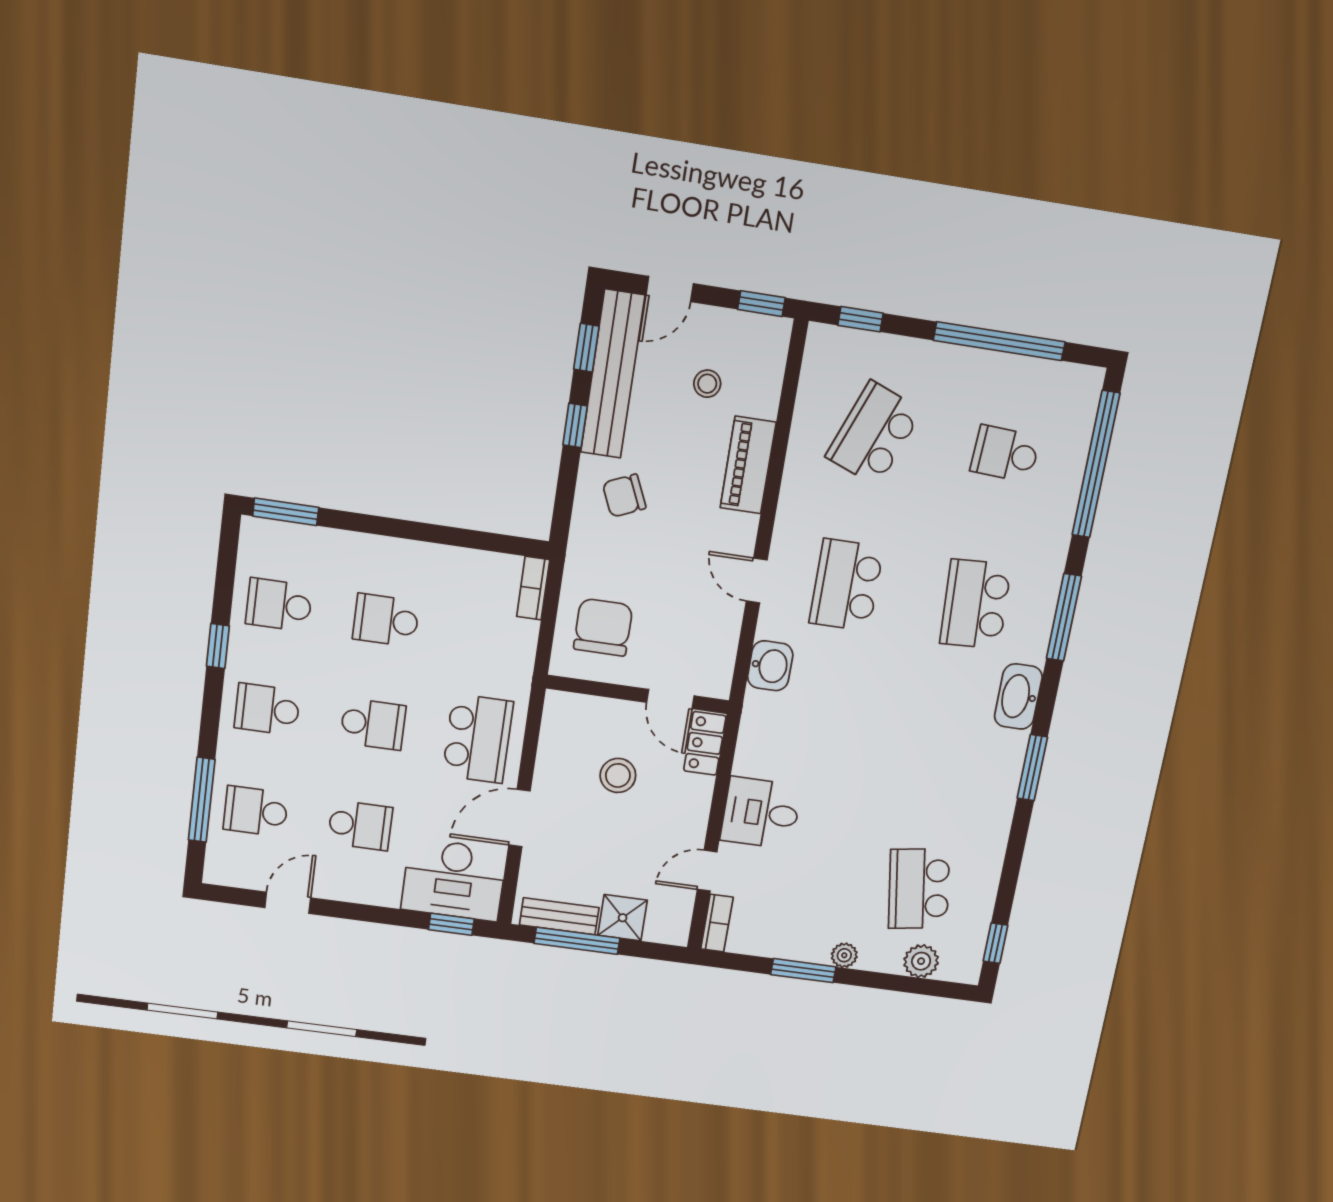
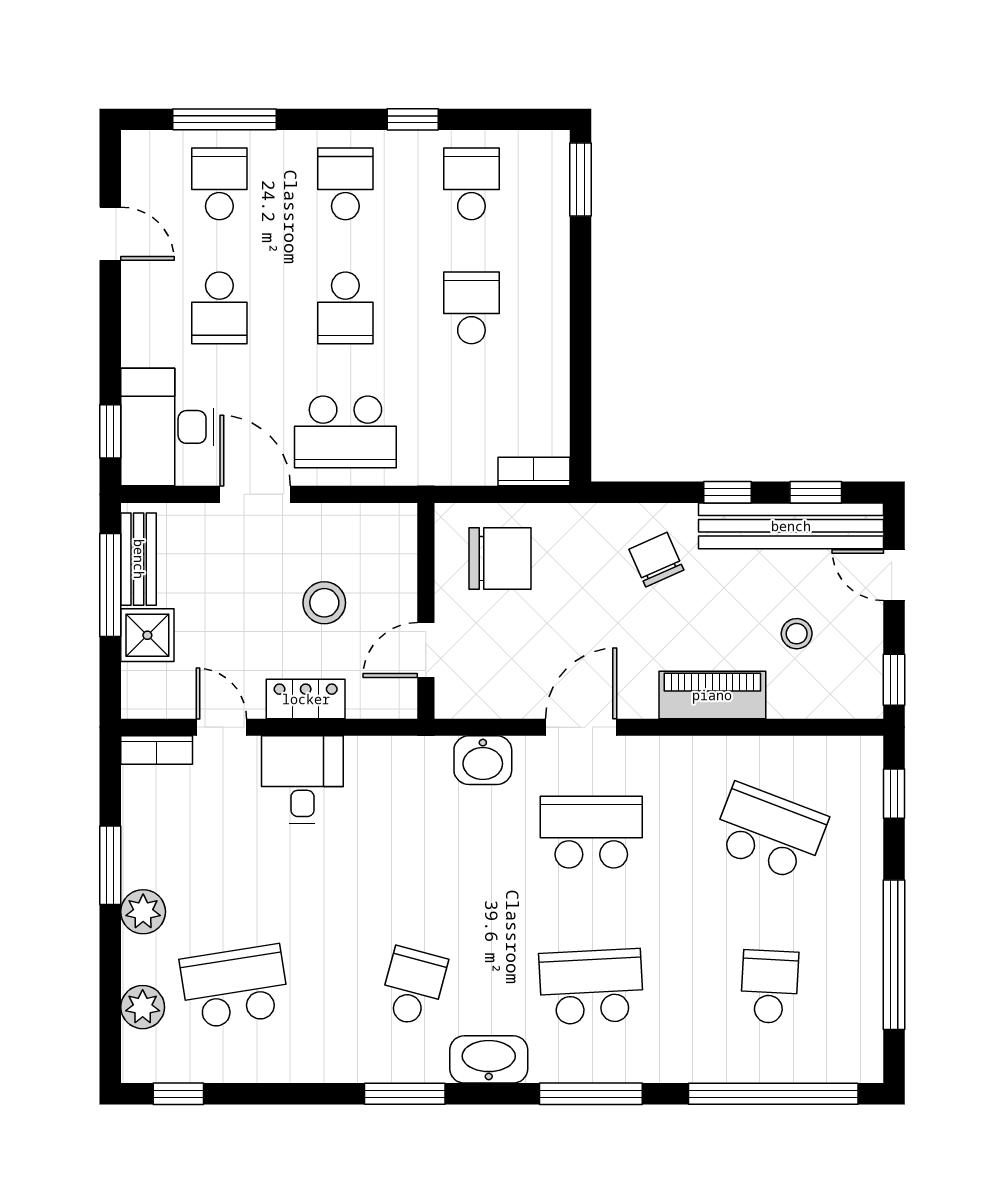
door: (757, 580) -> (581, 727), width x1.38
locker: (705, 743) -> (306, 699), moved
school desk: (947, 749) -> (413, 987), added
plant: (844, 955) -> (143, 912), width x1.38, depth x1.38

